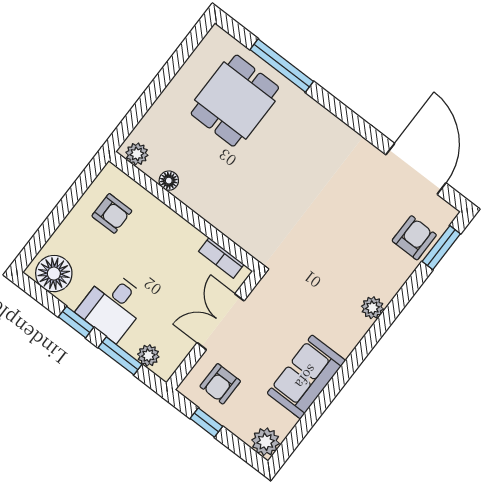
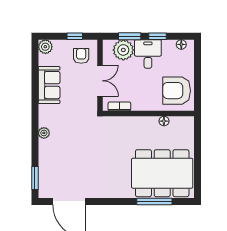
dining table: (235, 101) -> (162, 173), width x1.88, depth x1.24
plant: (137, 154) -> (185, 122), removed
armchair: (112, 213) -> (177, 91), width x1.88, depth x1.88
armchair: (414, 238) -> (49, 174), removed
floor lamp: (54, 274) -> (181, 44), width x0.53, depth x0.53
plant: (148, 355) -> (123, 50), width x1.87, depth x1.87

